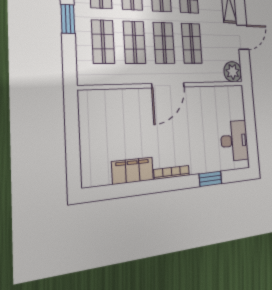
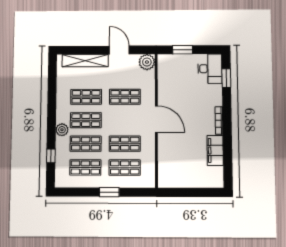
shop shelf: (164, 43) -> (125, 120), removed
window: (250, 117) -> (183, 50), added
desk: (234, 141) -> (210, 69), moved, turned 90
window: (210, 179) -> (226, 78), moved

